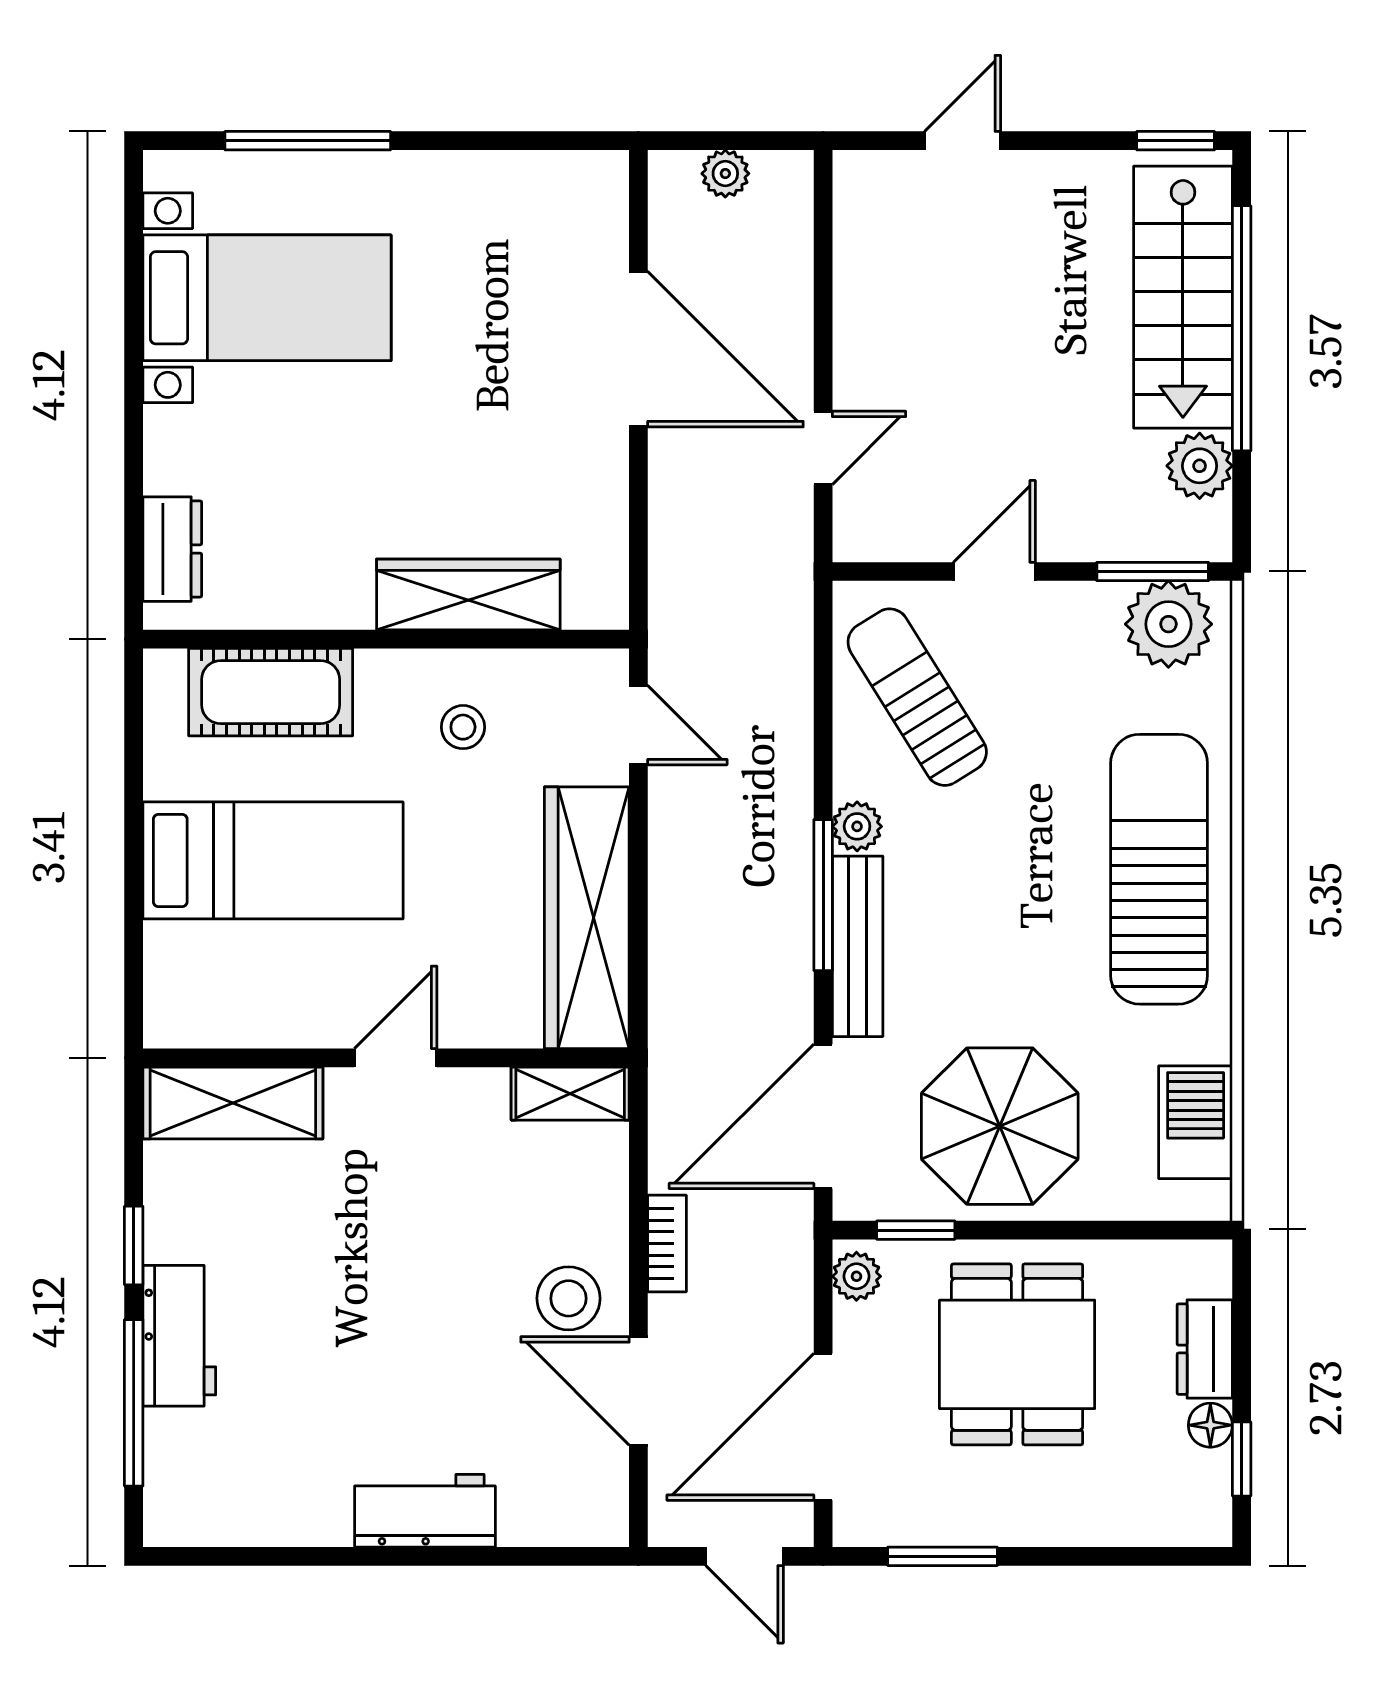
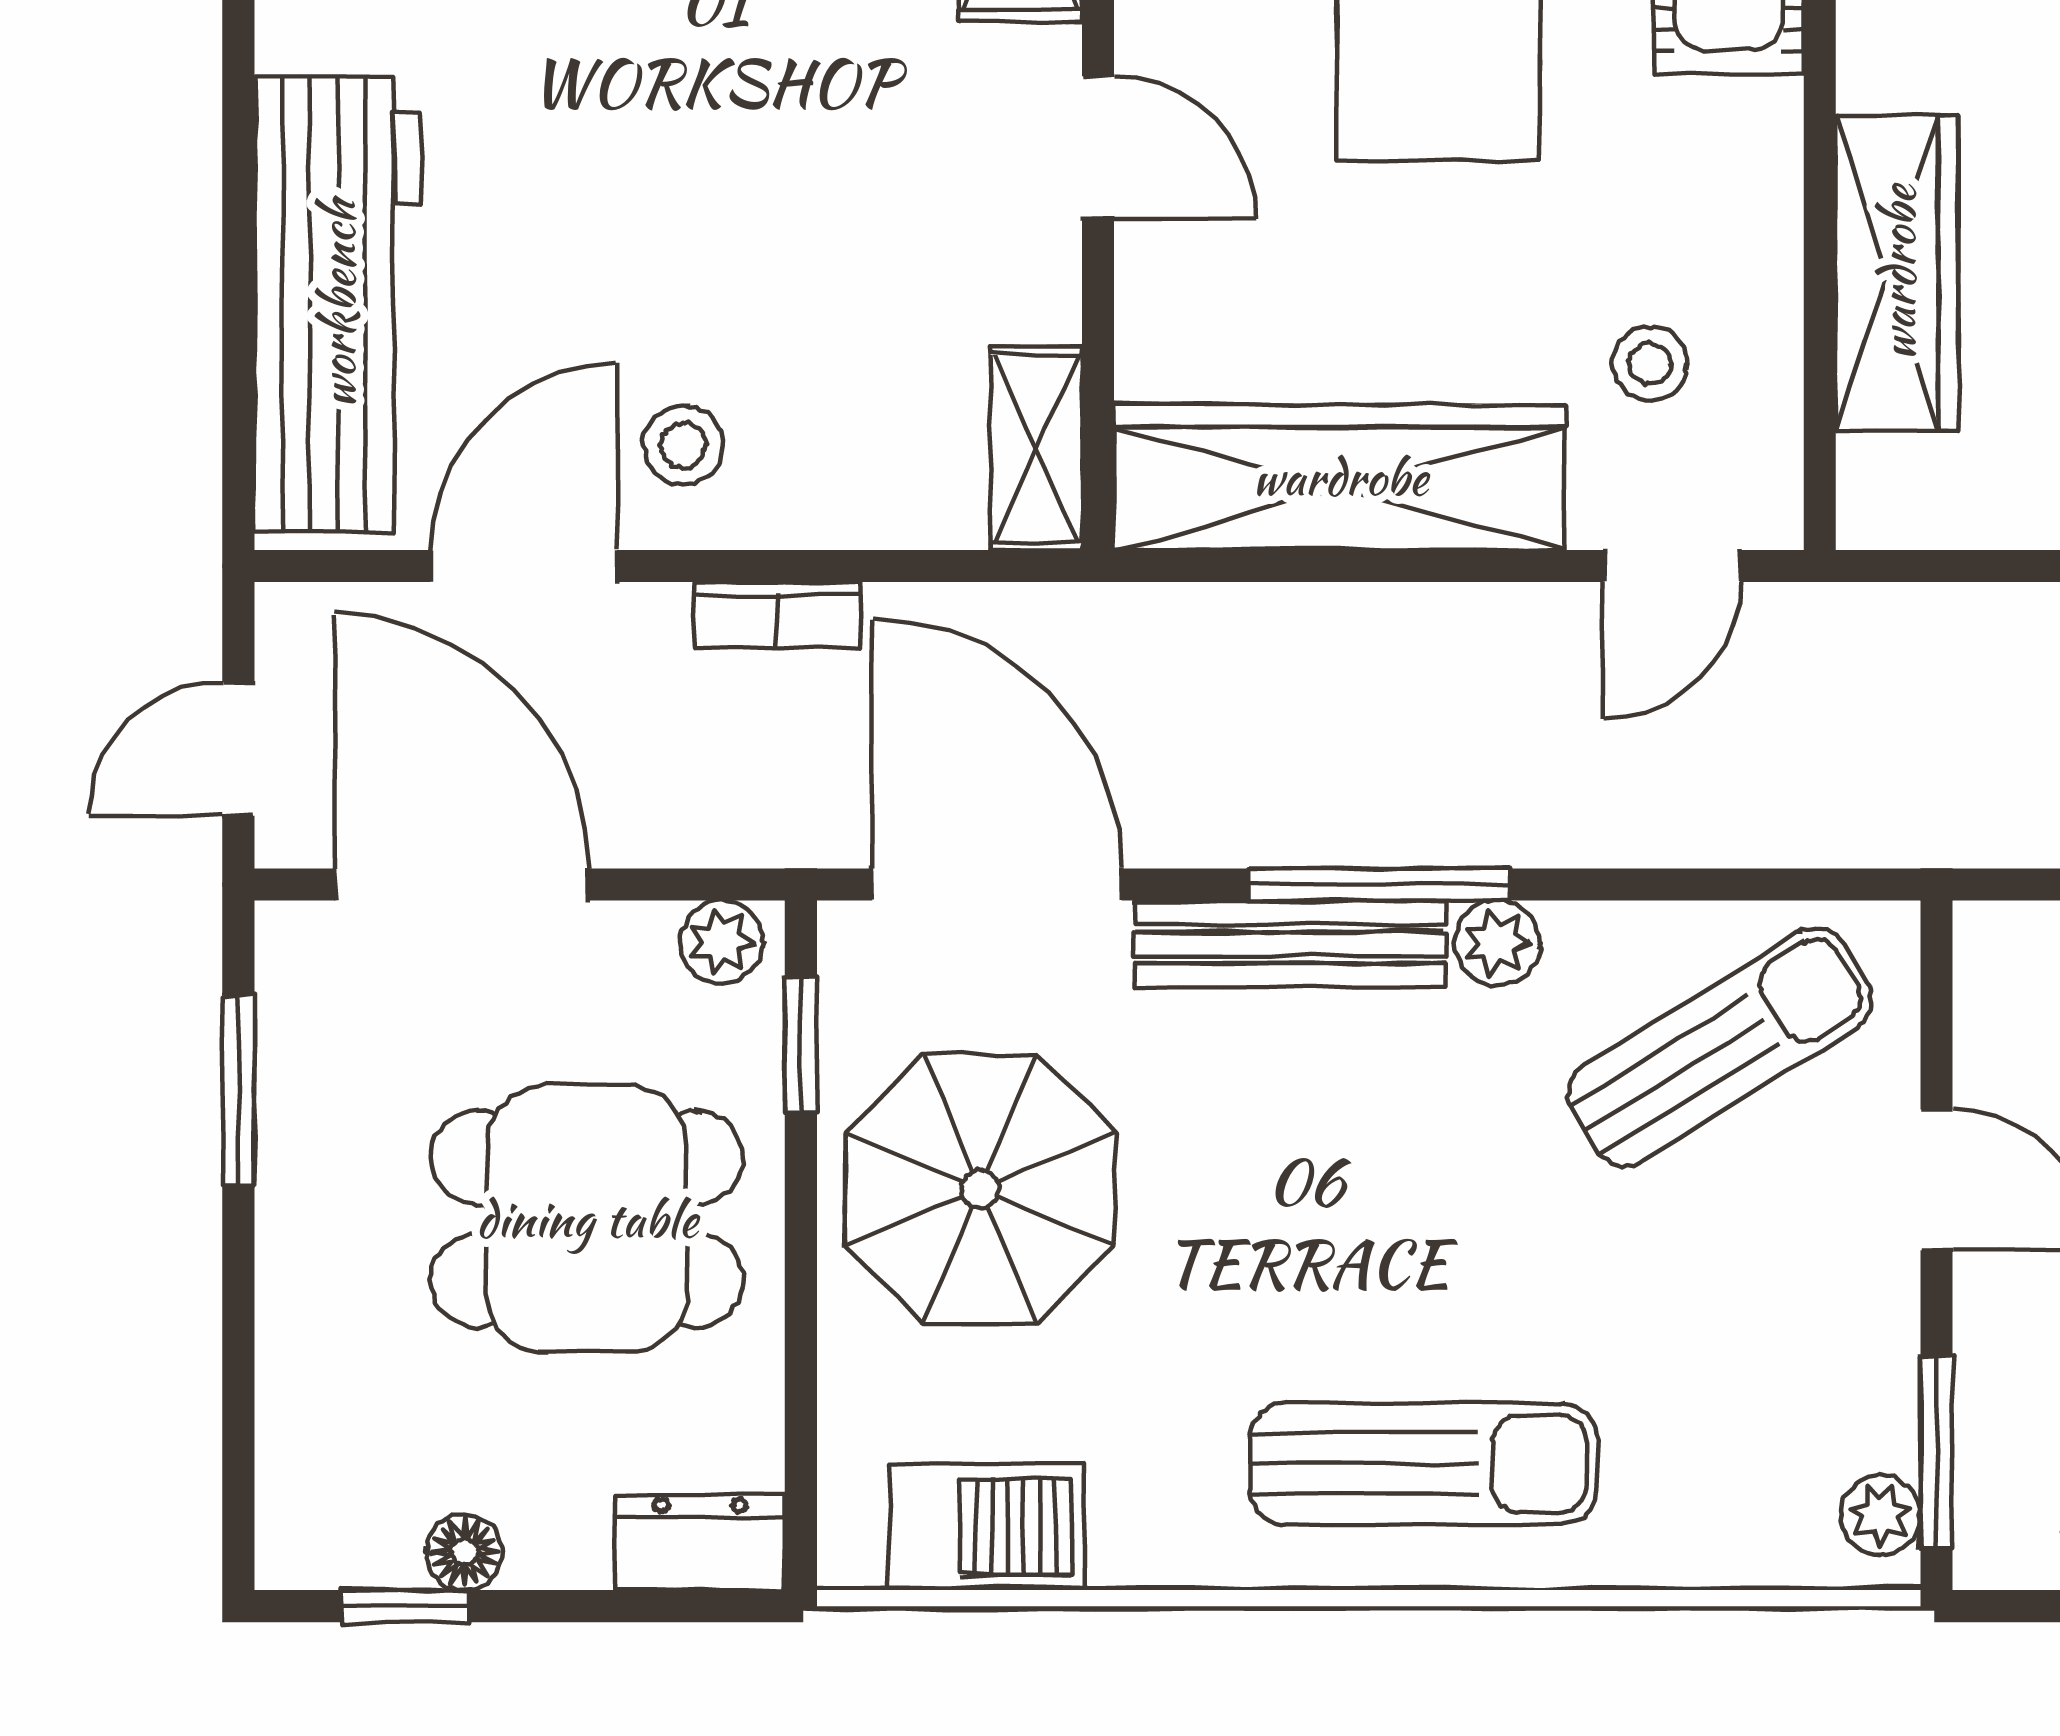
plant: (1168, 624) -> (1881, 1515), width x0.53, depth x0.53
stool: (463, 727) -> (1650, 364), moved
sun lounger: (1159, 869) -> (1423, 1464), width x0.73, depth x0.75
stool: (568, 1298) -> (683, 445), width x0.73, depth x0.73
dresser: (1205, 1349) -> (700, 1543), moved
workbench: (425, 1511) -> (337, 304), width x1.88, depth x1.32

